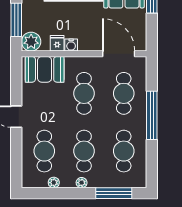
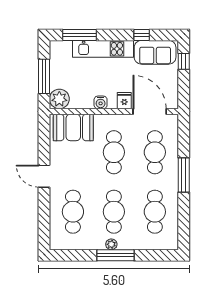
fridge: (57, 43) -> (124, 101), moved
window: (152, 115) -> (184, 175), width x0.68
plant: (54, 183) -> (83, 244), removed
window: (114, 193) -> (116, 255), moved

